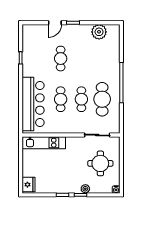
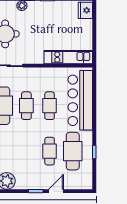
cafe table: (40, 59) -> (73, 151), added

